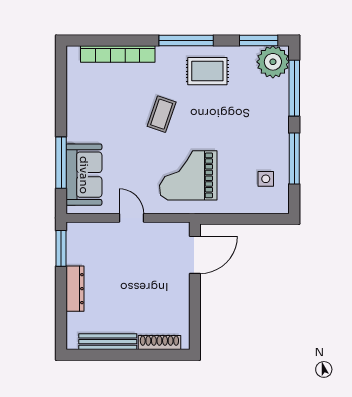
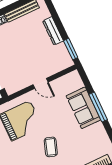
window: (61, 163) -> (98, 107), moved
sofa: (84, 175) -> (83, 108), moved

